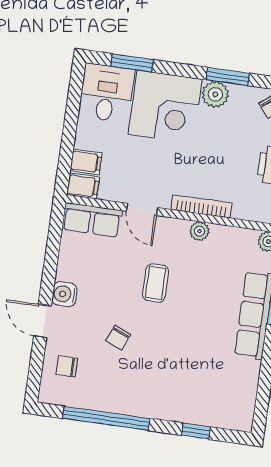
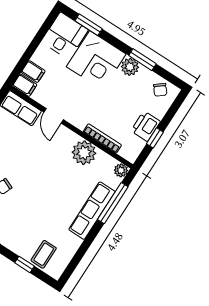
bookcase: (202, 206) -> (102, 138), moved
plant: (199, 231) -> (84, 153), width x1.88, depth x1.88
coffee table: (156, 283) -> (44, 254), moved

